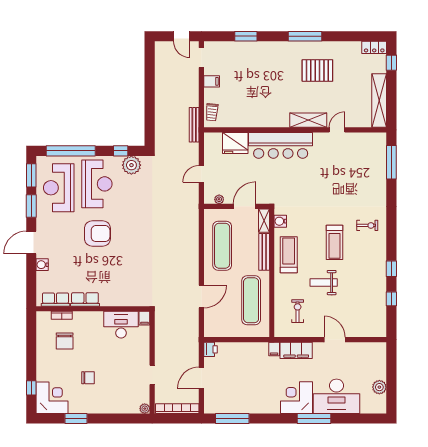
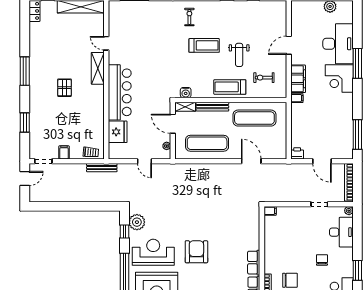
pallet: (317, 71) -> (65, 88), moved, width x0.67, depth x0.71
treadmill: (289, 255) -> (230, 87), moved
desk: (121, 325) -> (341, 232), moved, turned 180

